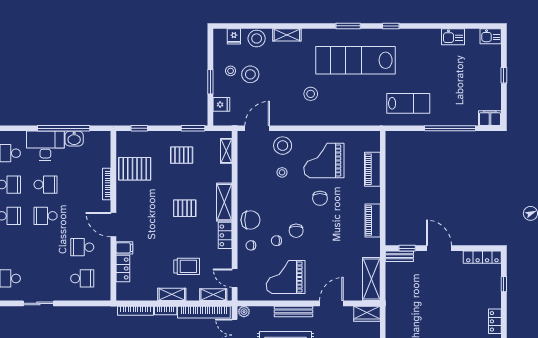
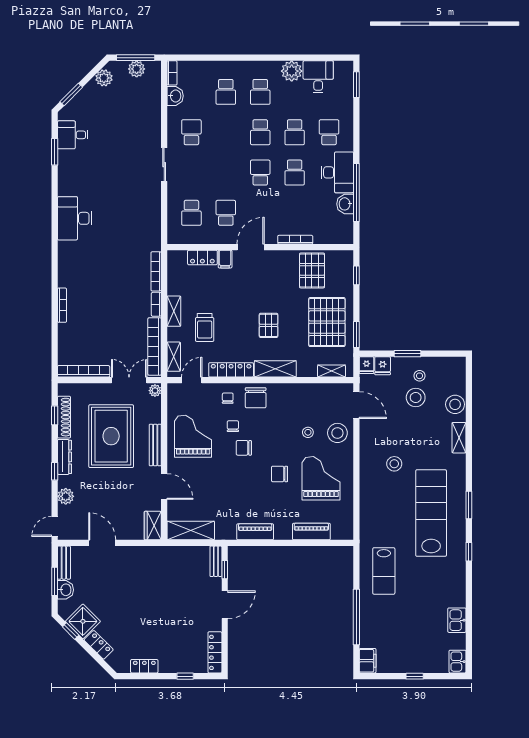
fridge: (234, 36) -> (367, 365), moved, turned -90
pallet: (182, 155) -> (327, 322), width x2.05, depth x2.00
locker: (225, 235) -> (231, 370), width x1.53

